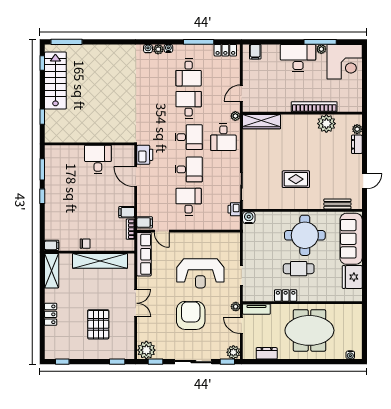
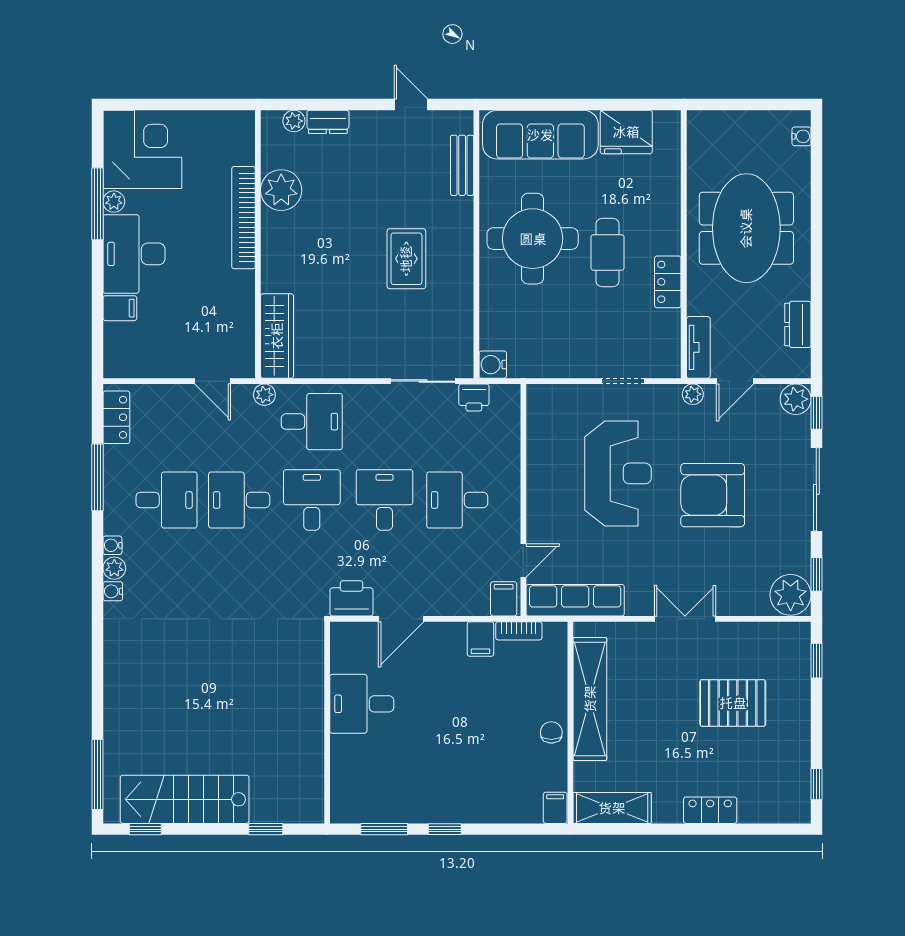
filing cabinet: (255, 52) -> (120, 308), moved

